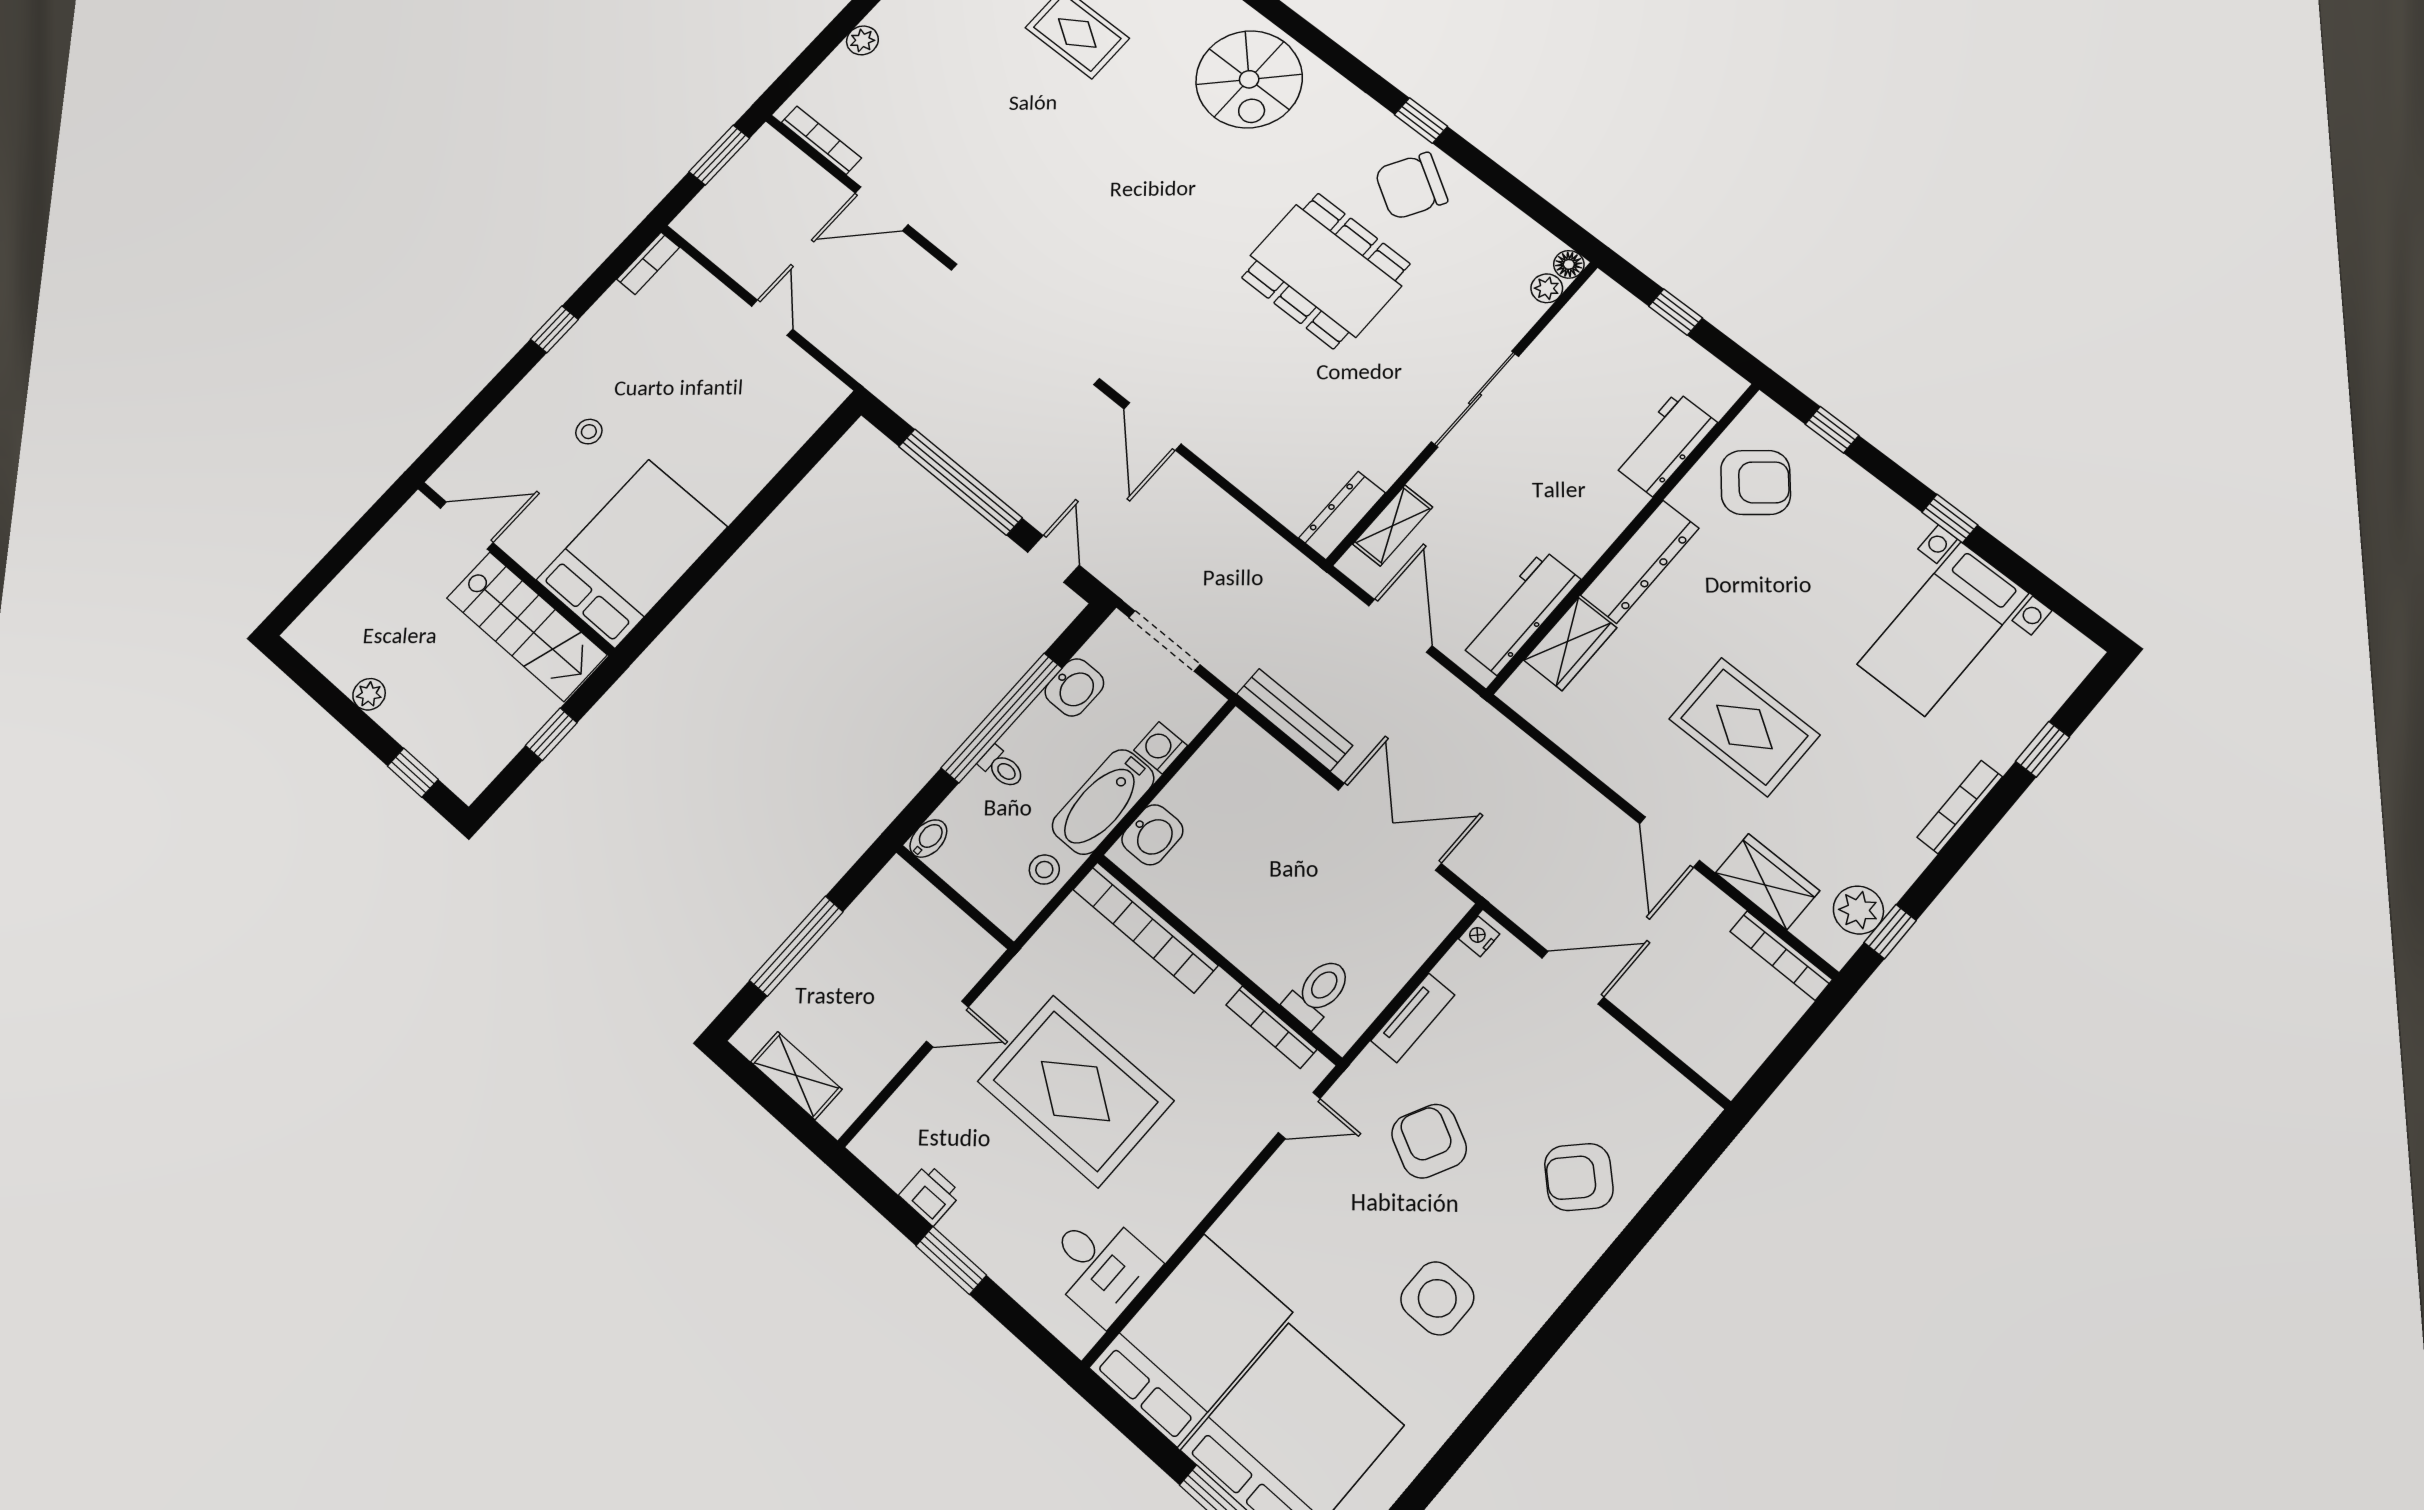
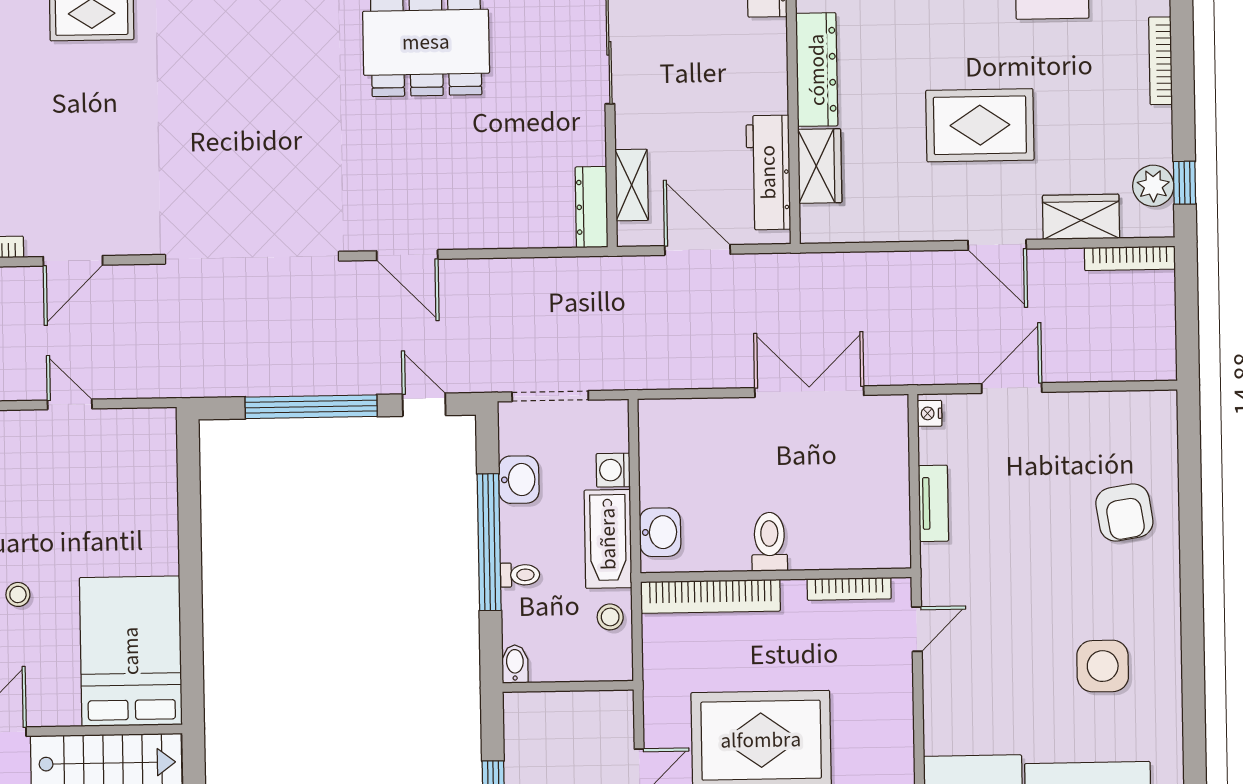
bench: (1295, 720) -> (684, 374), removed
toilet: (1318, 992) -> (769, 542), moved
armchair: (1429, 1141) -> (1012, 573), removed
armchair: (1579, 1177) -> (1124, 513), turned -53

